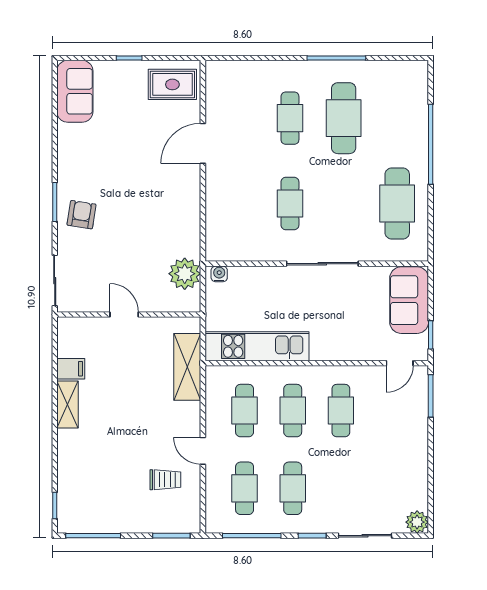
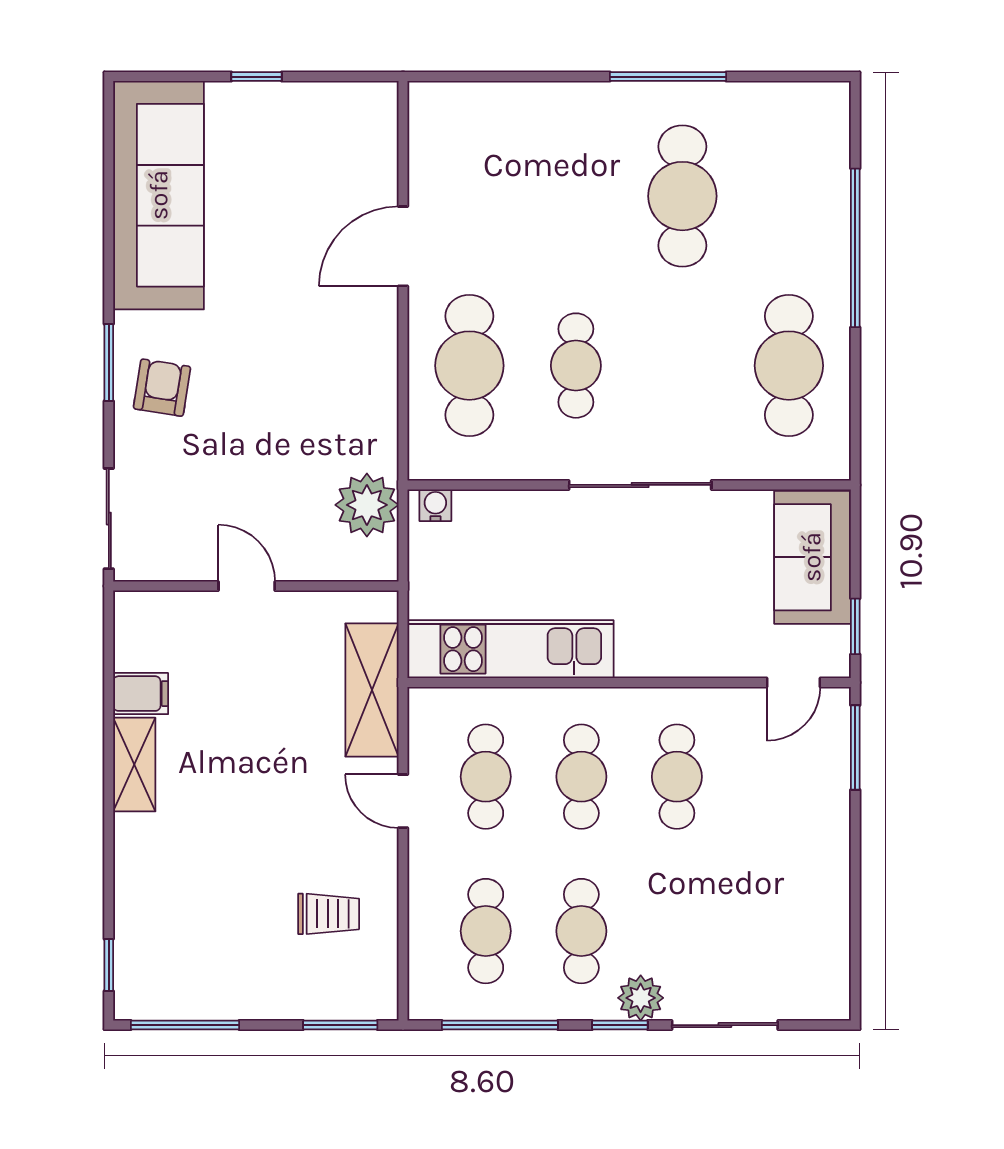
rug: (172, 84) -> (342, 129), removed
sofa: (75, 91) -> (159, 195), width x1.85, depth x1.27
cafe table: (290, 118) -> (469, 366), moved, width x1.37, depth x1.35
door: (203, 451) -> (403, 801), moved
plant: (417, 522) -> (641, 998), moved

